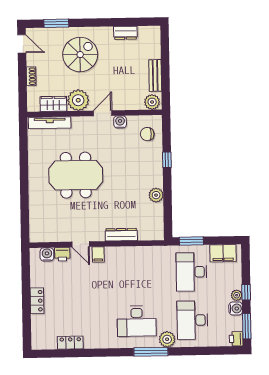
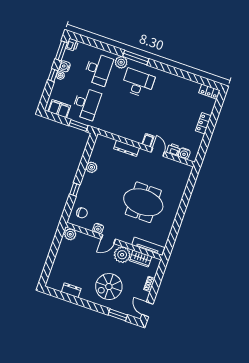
bench: (155, 75) -> (61, 252), removed
locker: (70, 343) -> (209, 92), moved

